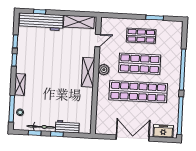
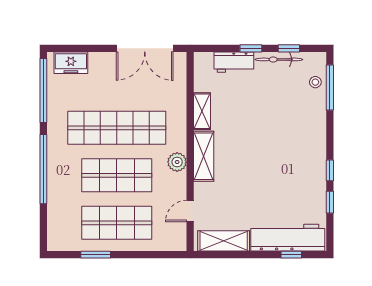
shop shelf: (141, 36) -> (117, 223), width x1.43, depth x1.36
shelving: (20, 84) -> (202, 111), moved
double door: (133, 138) -> (145, 48), moved

